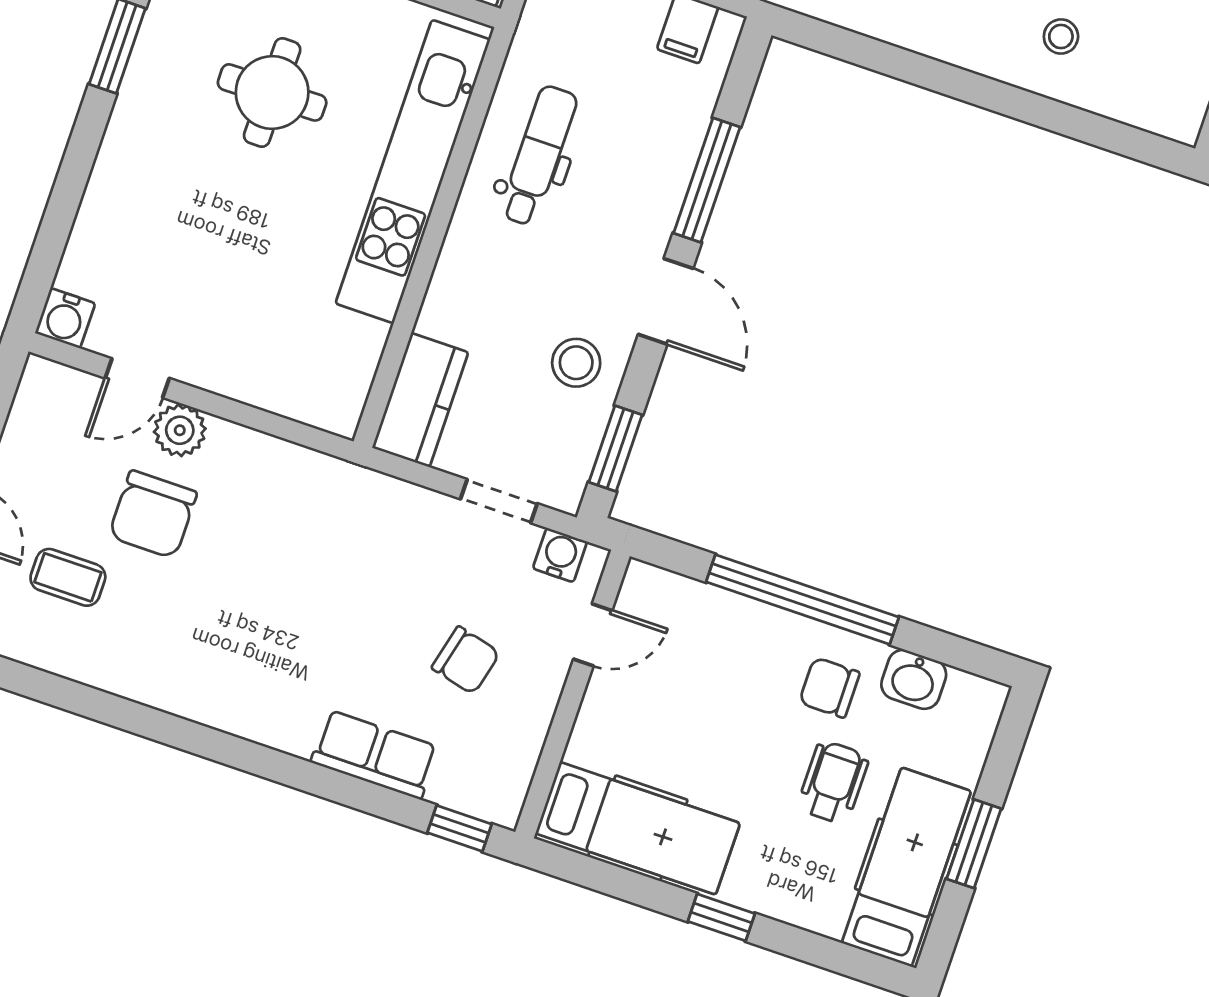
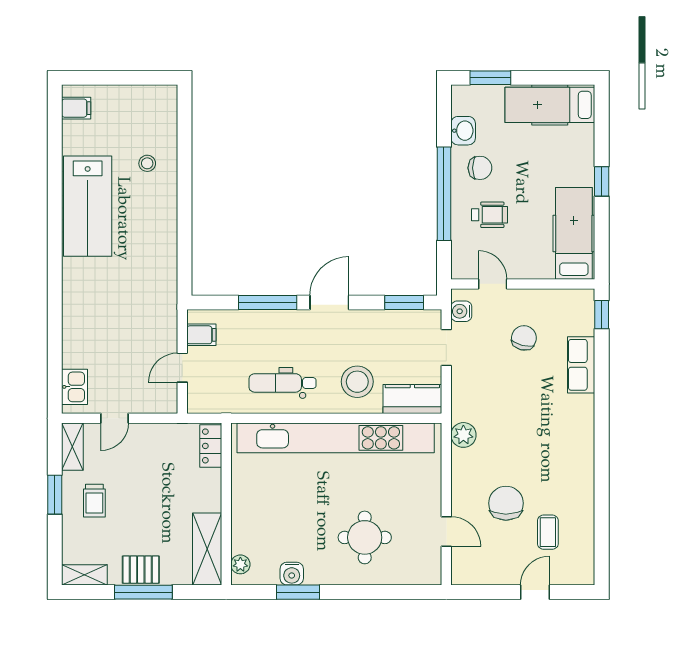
round table: (272, 92) -> (365, 537), moved
kitchen unit: (413, 171) -> (336, 438), width x1.36
water cooler: (65, 318) -> (292, 574), moved, turned 90
stool: (576, 363) -> (357, 382), moved, width x1.38, depth x1.38
plant: (180, 430) -> (463, 435), moved
chair: (153, 514) -> (506, 503), turned -90
chair: (829, 688) -> (480, 168), turned -90
wheelchair: (833, 782) -> (489, 215), moved, turned 180
window: (974, 844) -> (490, 78), moved

